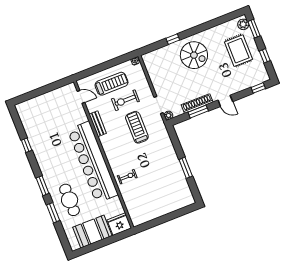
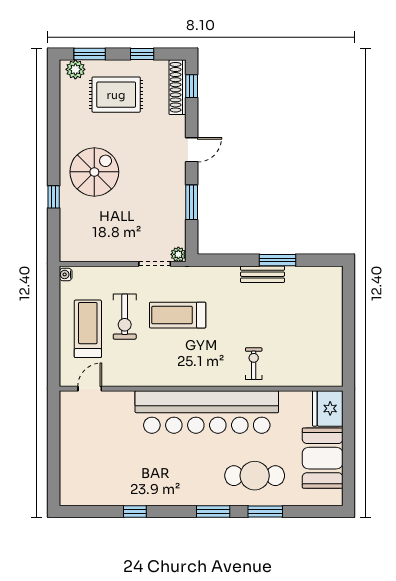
shoe rack: (197, 104) -> (177, 87), moved
bench: (98, 124) -> (263, 274), moved

